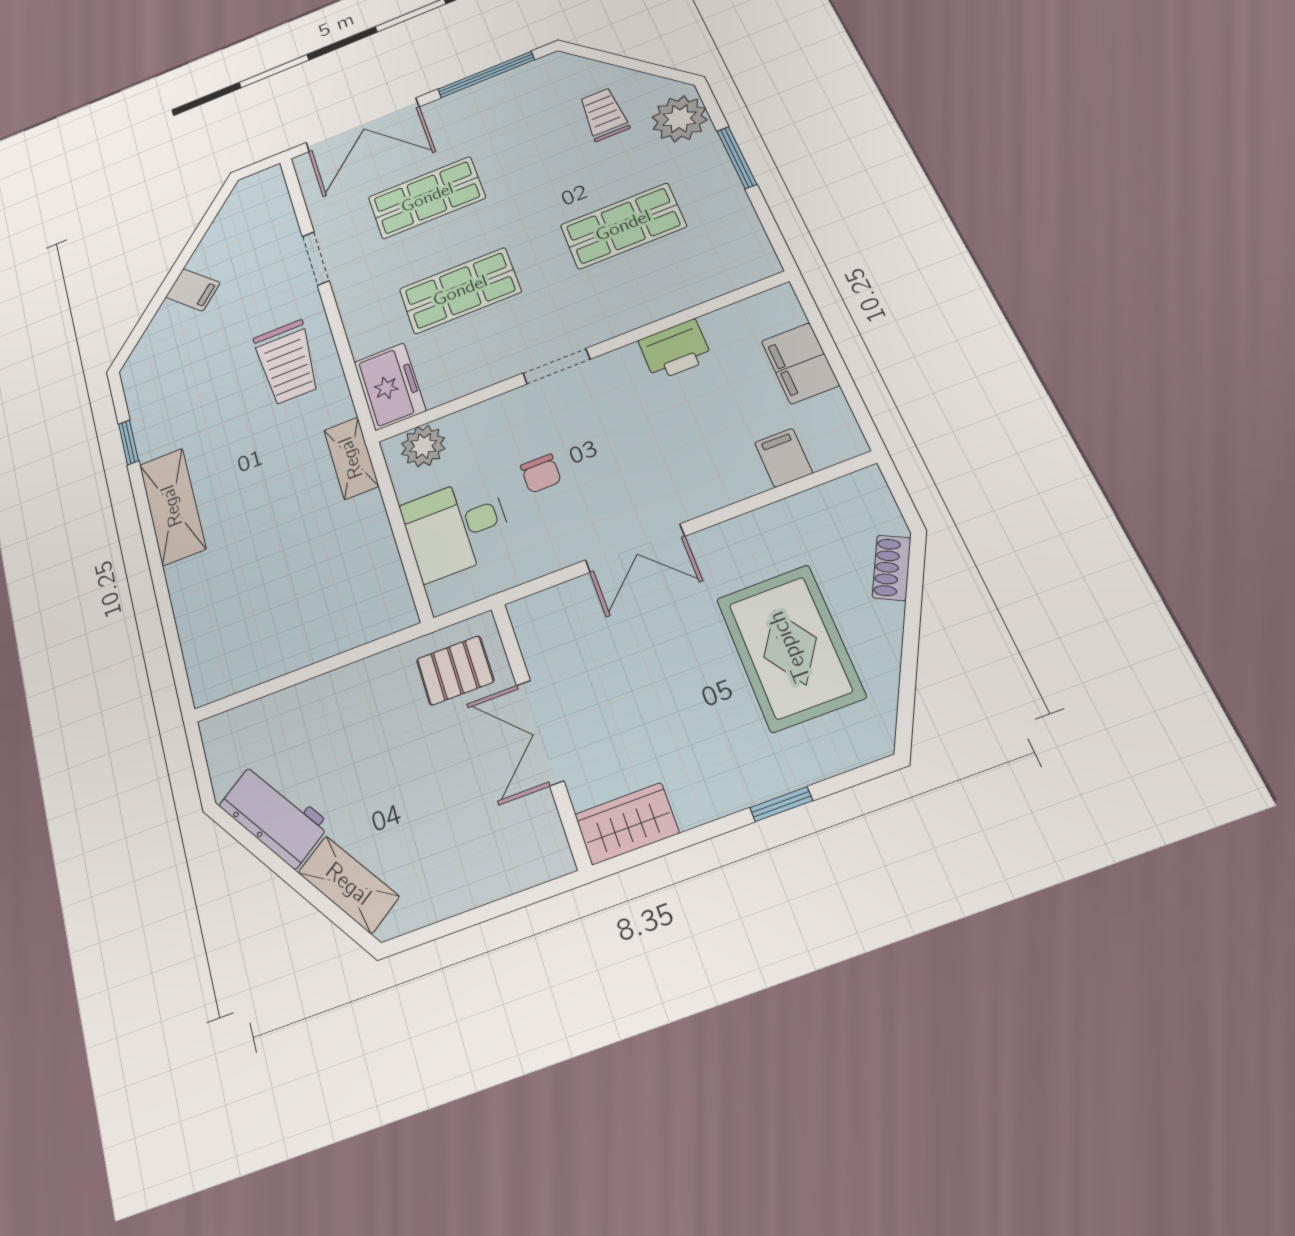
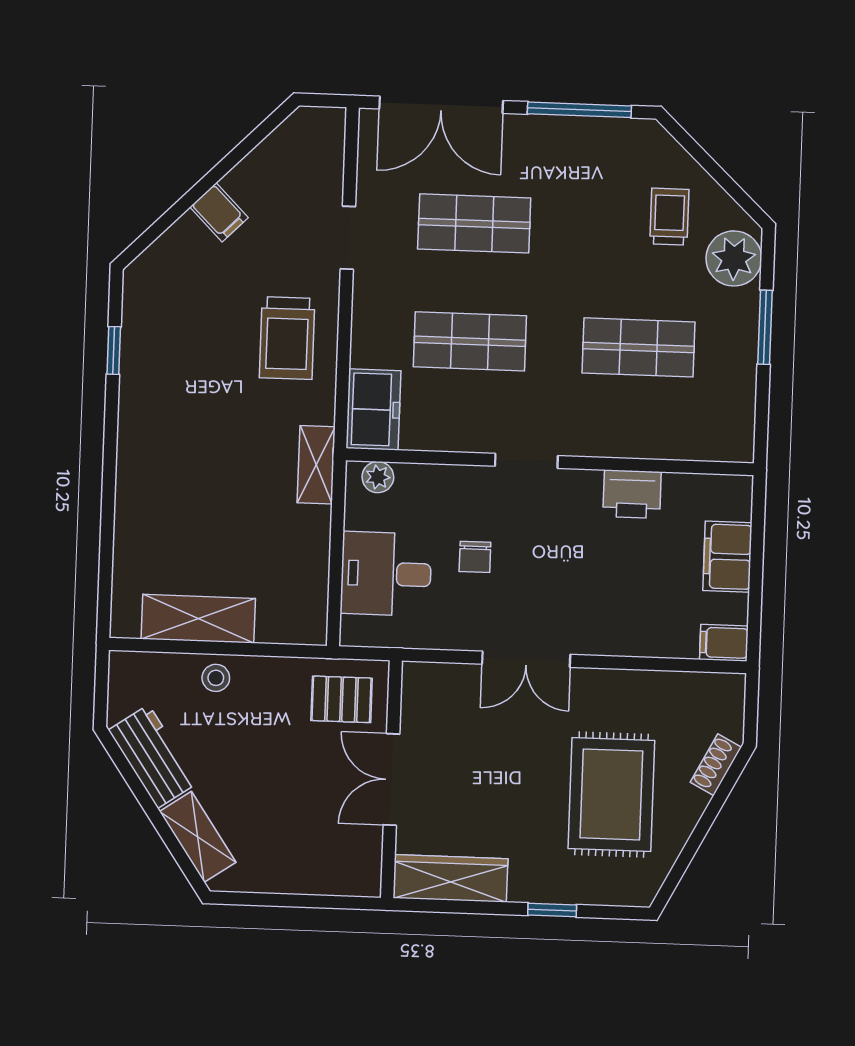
plant: (423, 446) -> (378, 477), width x0.73, depth x0.73
filing cabinet: (784, 458) -> (724, 643), moved, turned -90
shelving: (172, 506) -> (198, 619), moved, turned 90
stool: (316, 704) -> (216, 678), added
wardrobe: (627, 824) -> (450, 878), width x1.50

